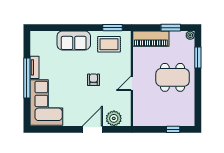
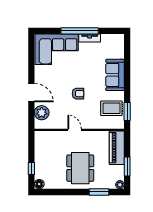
rug: (109, 44) -> (111, 108), turned 90
floor lamp: (190, 121) -> (39, 184), added

